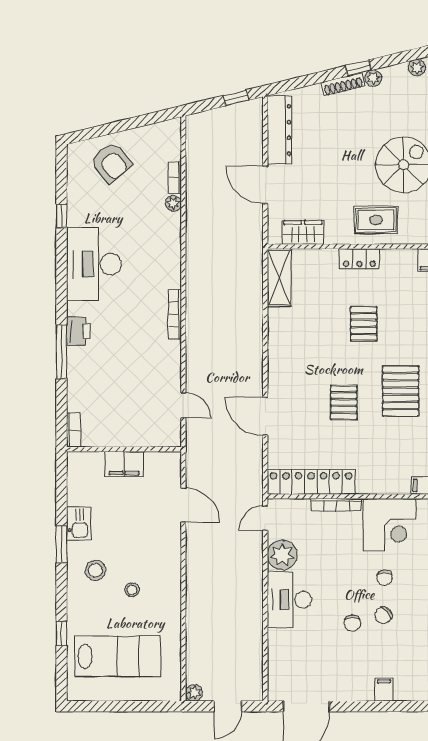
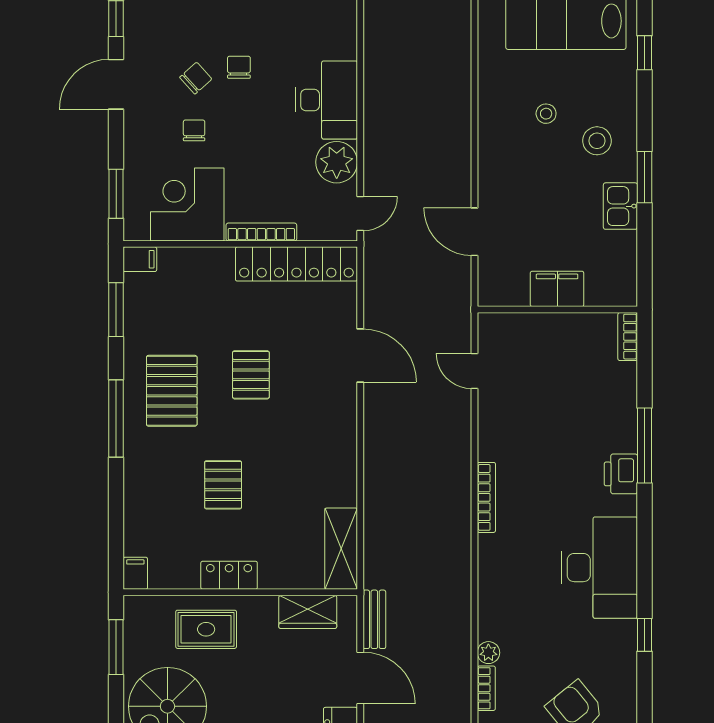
bench: (255, 227) -> (374, 619), added

